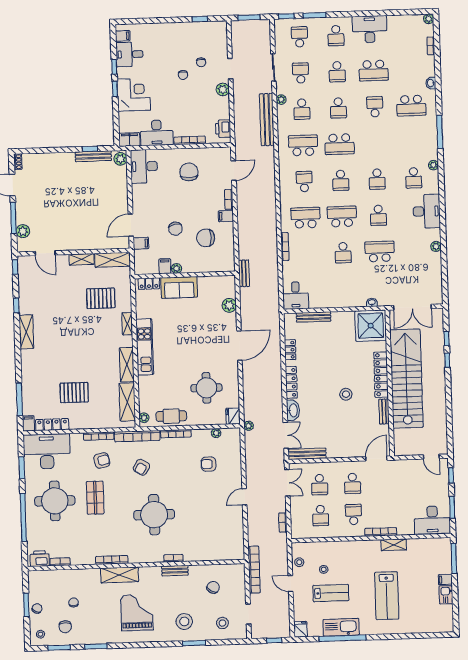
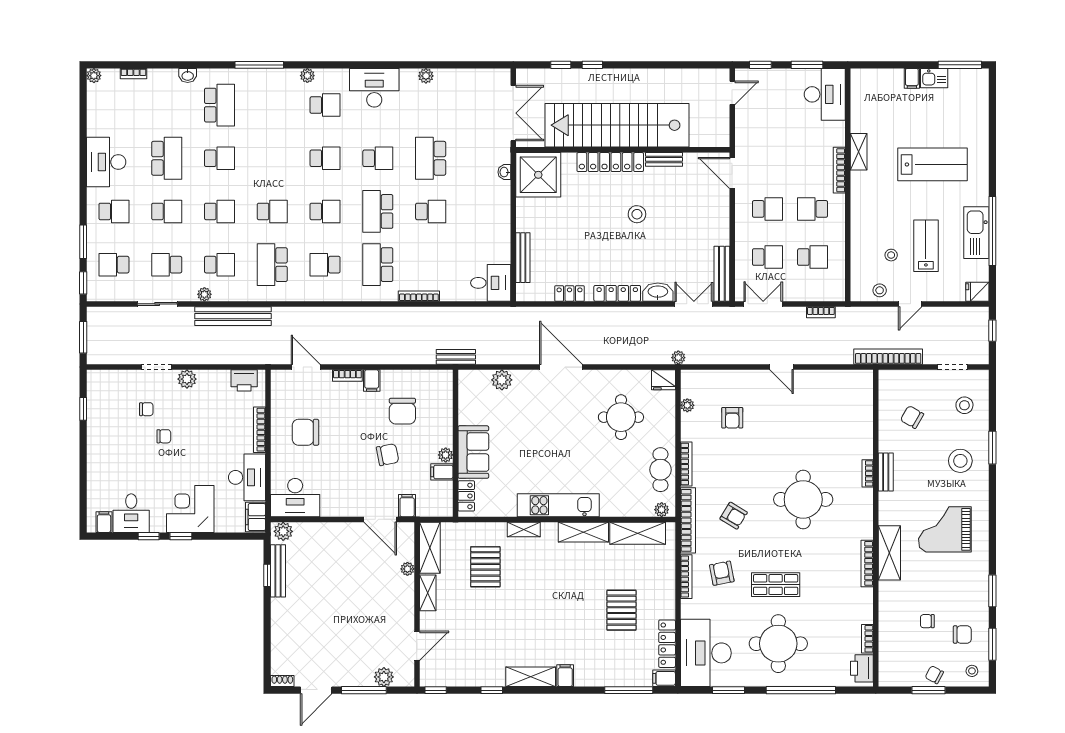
school desk: (375, 107) -> (219, 158), turned 180
school desk: (340, 144) -> (272, 211), width x0.54
plant: (98, 245) -> (407, 569), added
filing cabinet: (28, 355) -> (565, 676), added
window: (454, 558) -> (960, 65), moved

